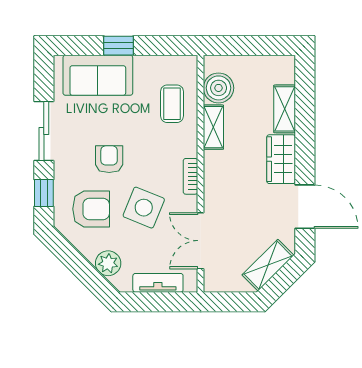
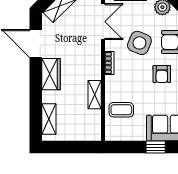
boiler: (219, 88) -> (91, 120), removed
coffee table: (172, 104) -> (121, 110), turned 90
shelving: (285, 109) -> (49, 119), moved

